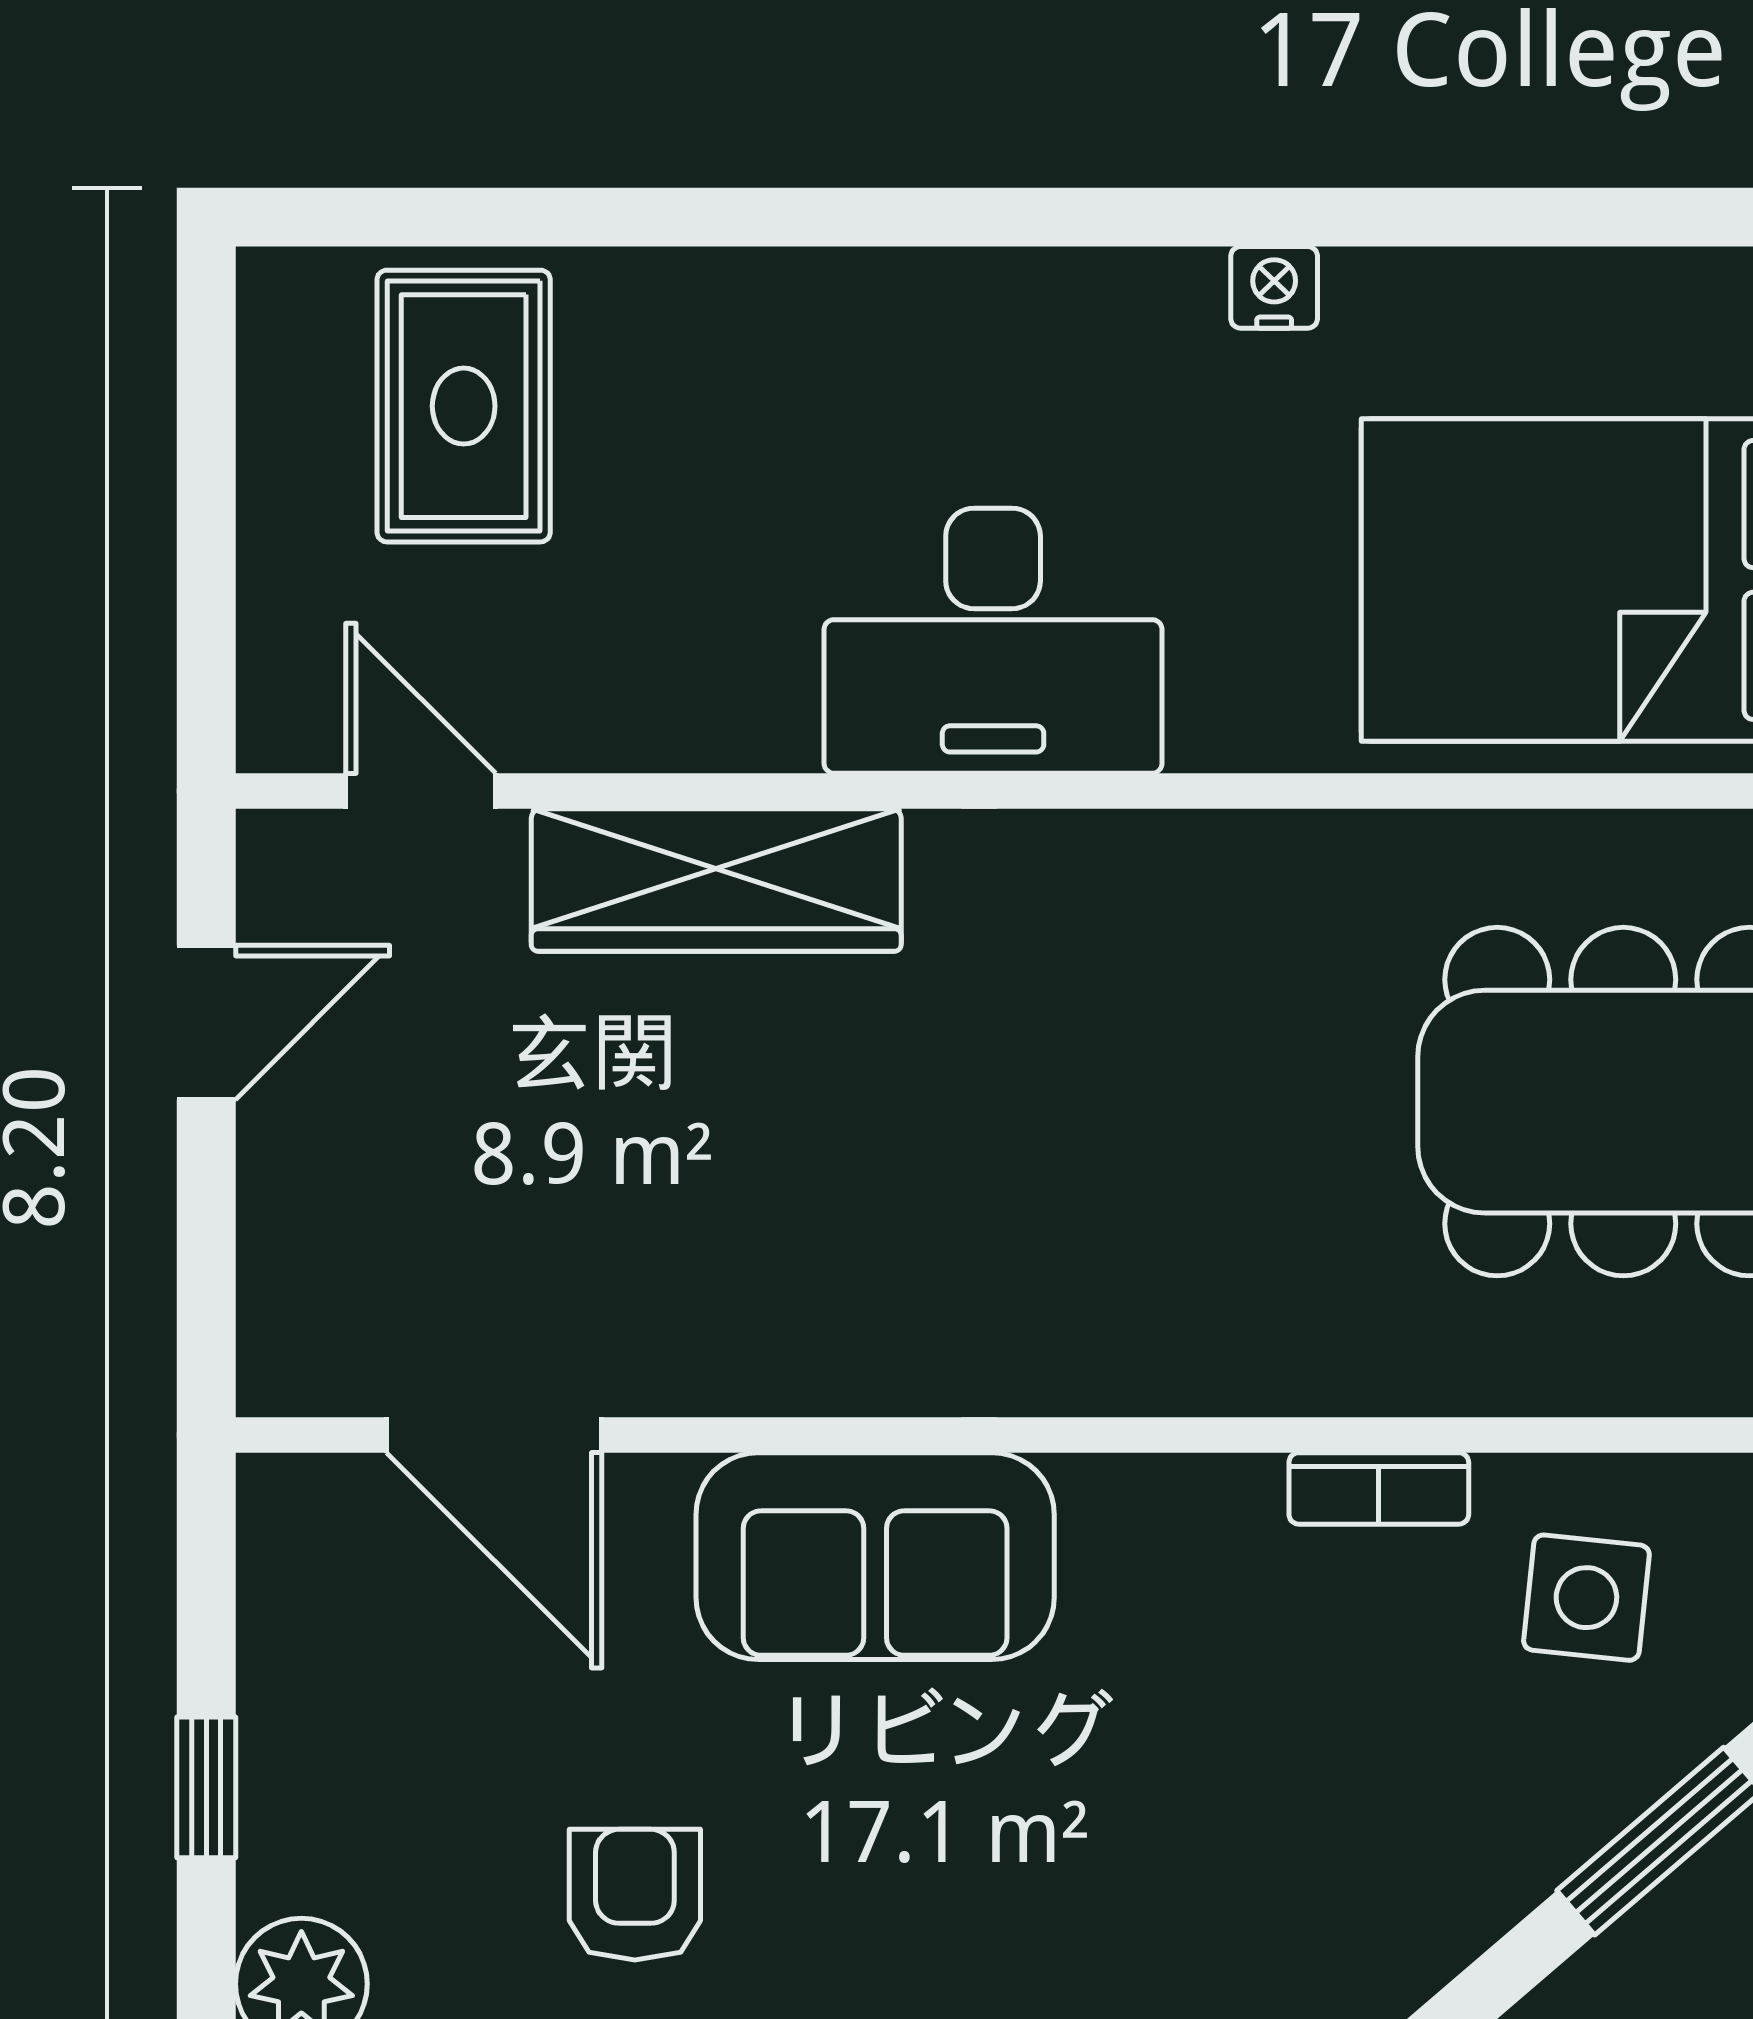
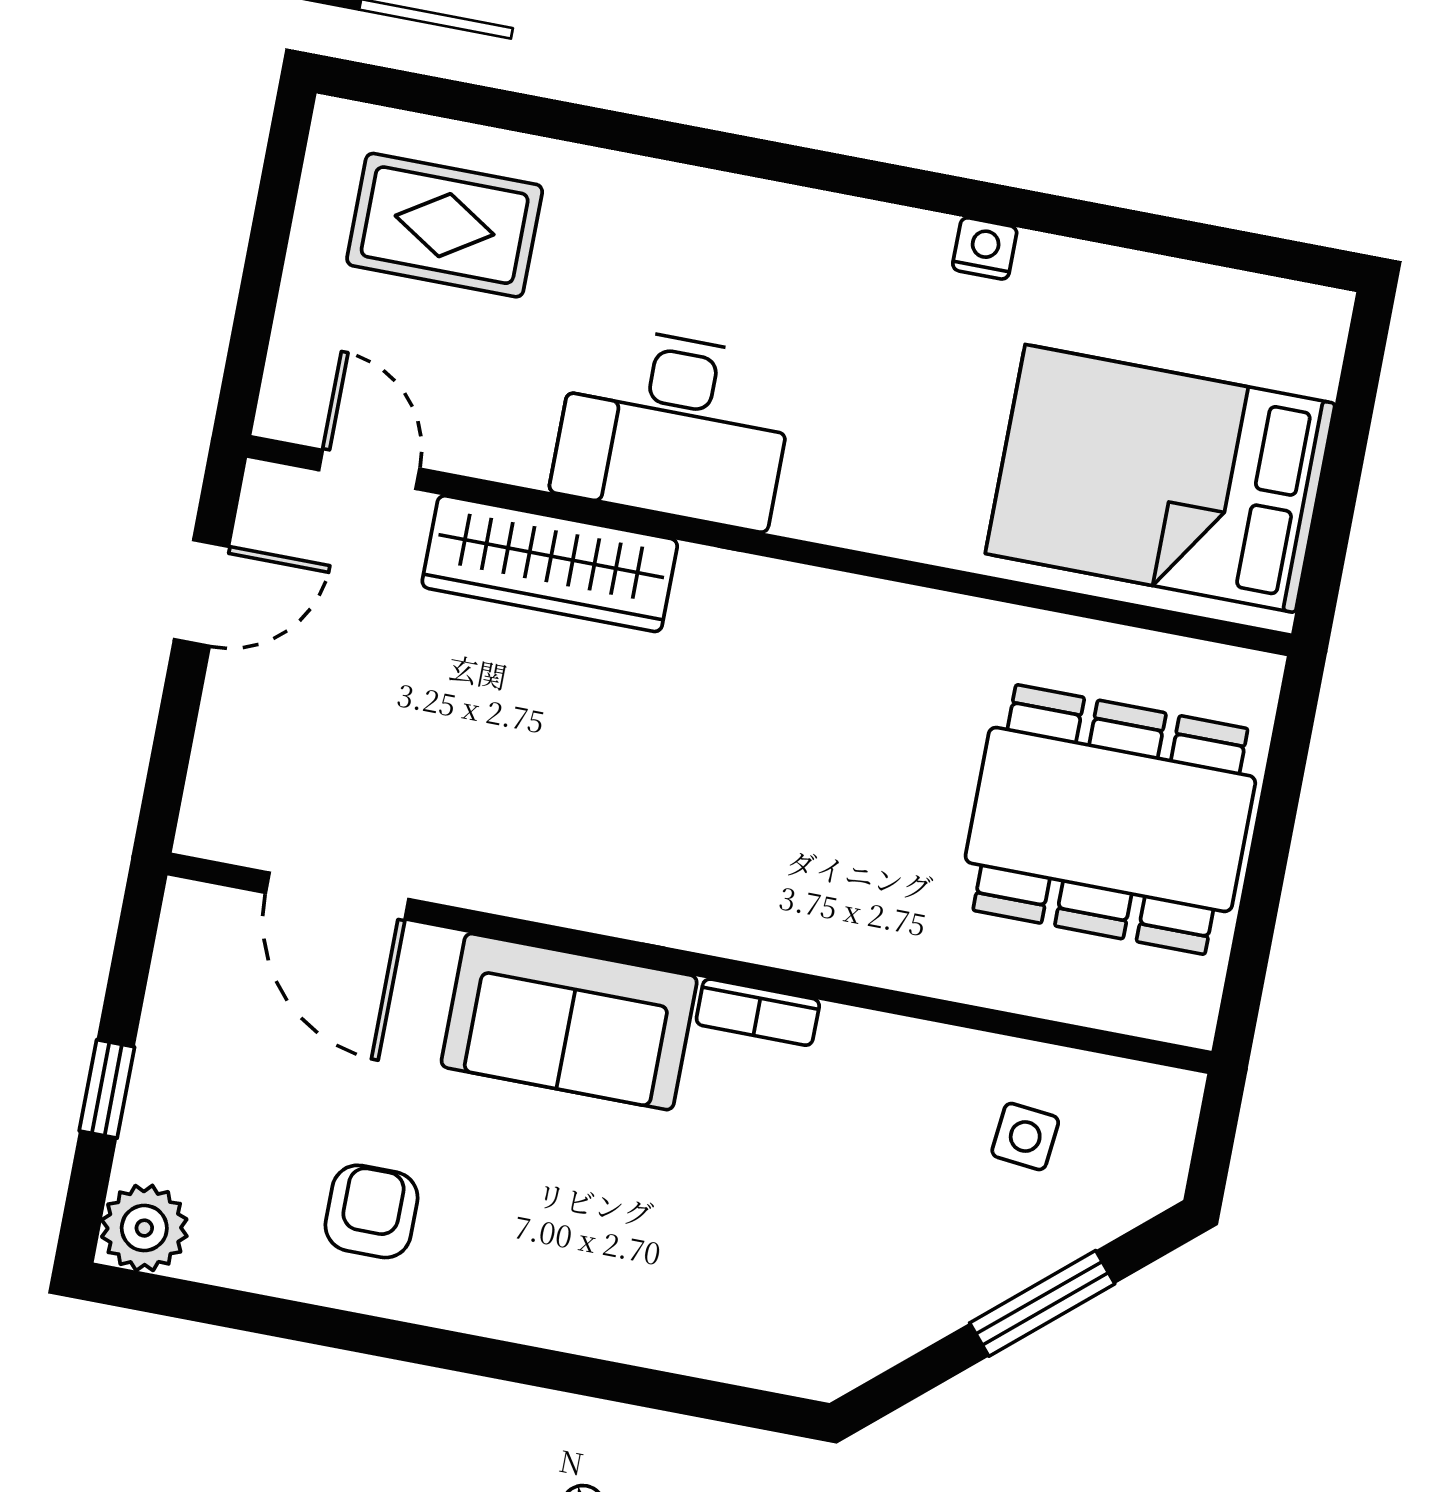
rug: (464, 406) -> (445, 225), turned 90
desk: (993, 641) -> (674, 427), moved
bookcase: (1379, 1488) -> (758, 1012), moved
side table: (1586, 1598) -> (1025, 1137), width x0.73, depth x0.73

